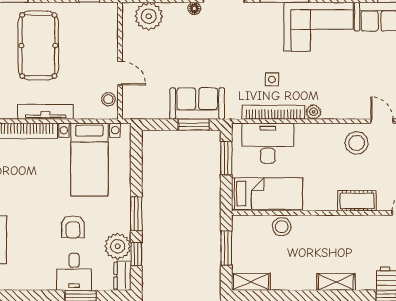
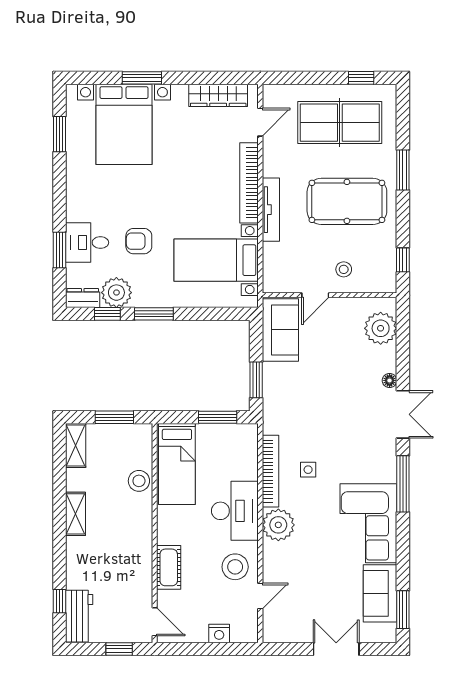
stool: (108, 99) -> (344, 269), moved
sofa: (197, 104) -> (280, 330), moved
plant: (314, 112) -> (278, 525), width x1.88, depth x1.88
desk: (268, 143) -> (235, 511), moved
shelving: (336, 282) -> (75, 514), moved

